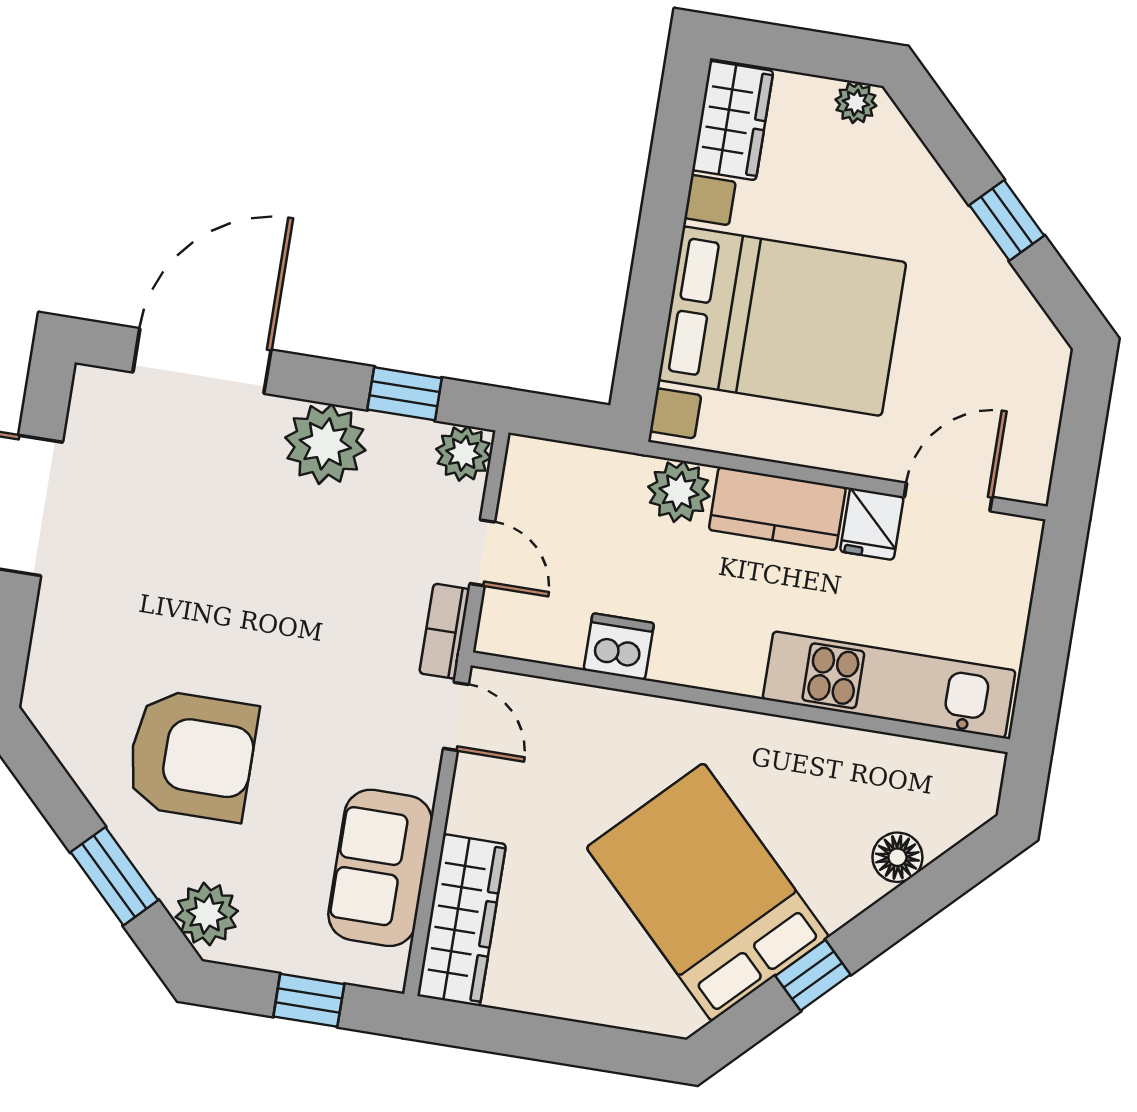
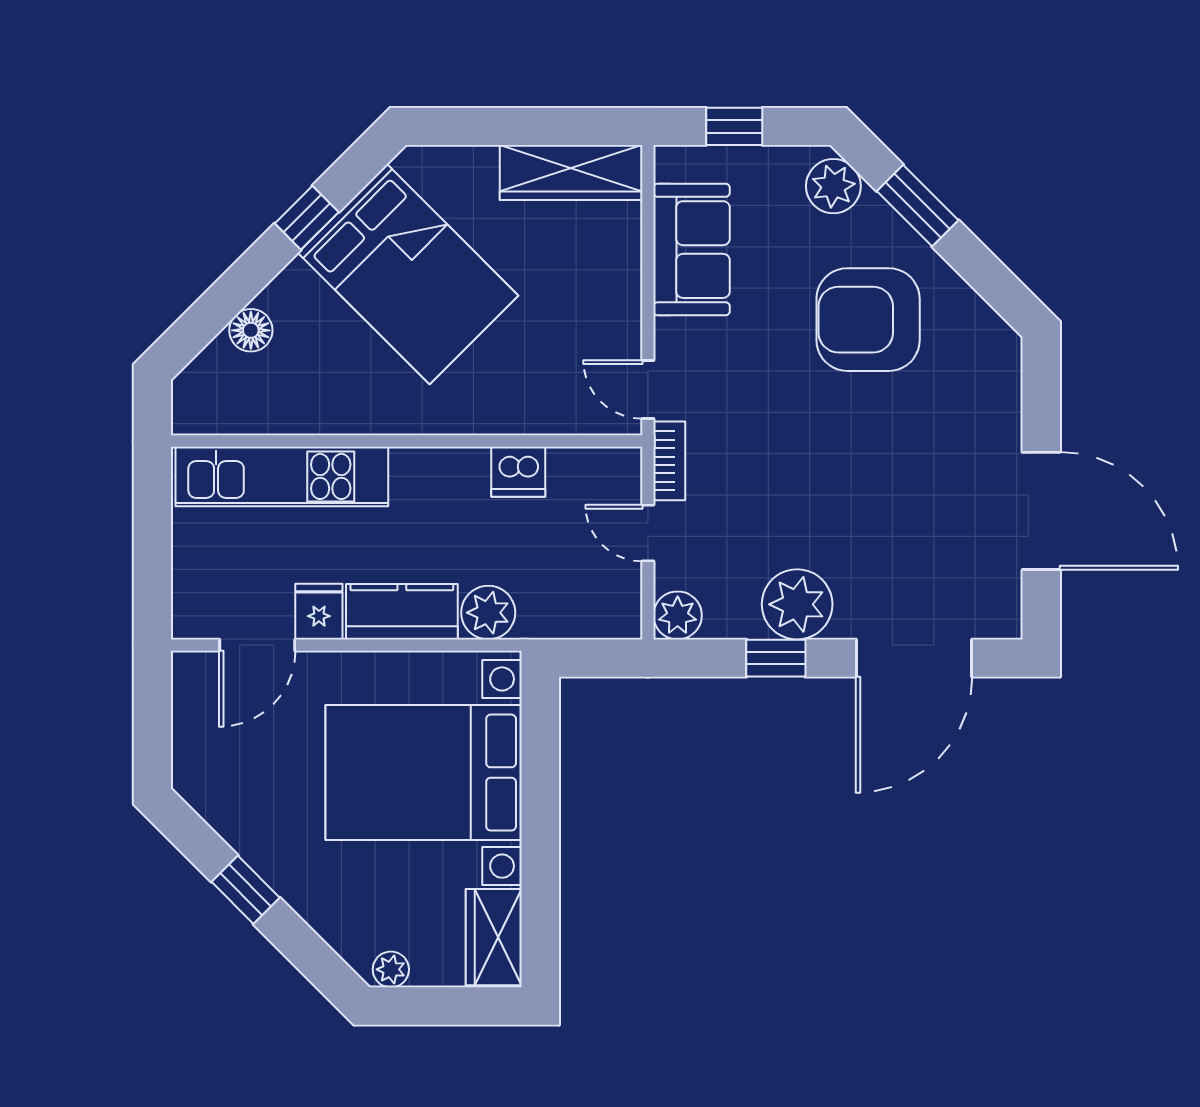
window: (405, 394) -> (776, 658), moved
wardrobe: (462, 920) -> (571, 173), moved, turned -90

